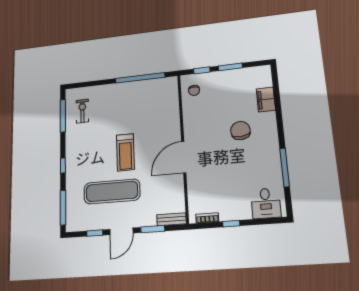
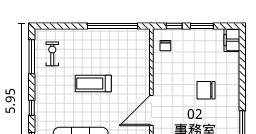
filing cabinet: (266, 100) -> (232, 40), moved
chair: (240, 131) -> (206, 90), turned -84
treadmill: (125, 152) -> (93, 83), moved, turned 90

